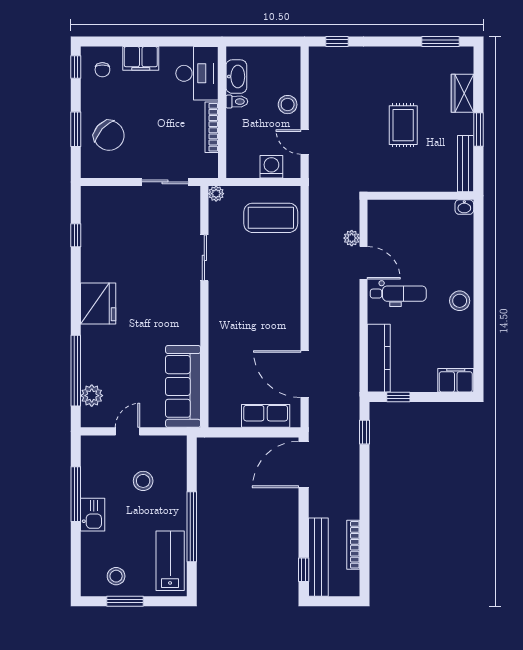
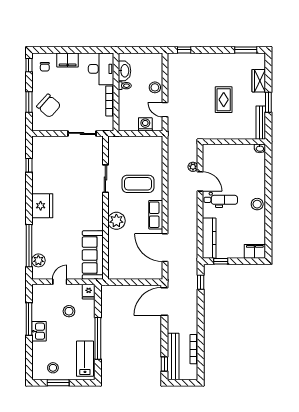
plant: (216, 194) -> (116, 221), moved, width x1.87, depth x1.87
coffee table: (271, 218) -> (138, 184), moved
row of seats: (266, 416) -> (156, 215), moved, turned -90
fridge: (176, 448) -> (89, 292), added

